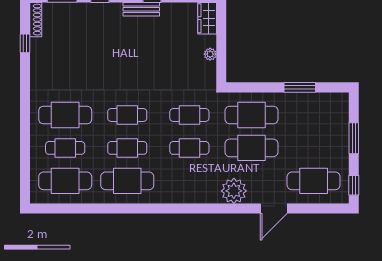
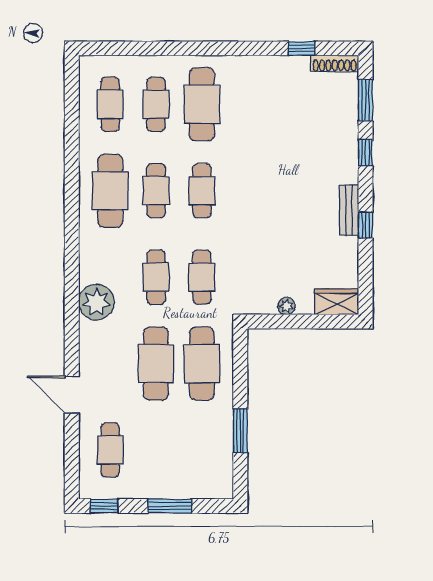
cafe table: (65, 181) -> (110, 104), width x0.73, depth x0.74
cafe table: (314, 181) -> (110, 450), width x0.73, depth x0.74
plant: (234, 191) -> (96, 302), moved

